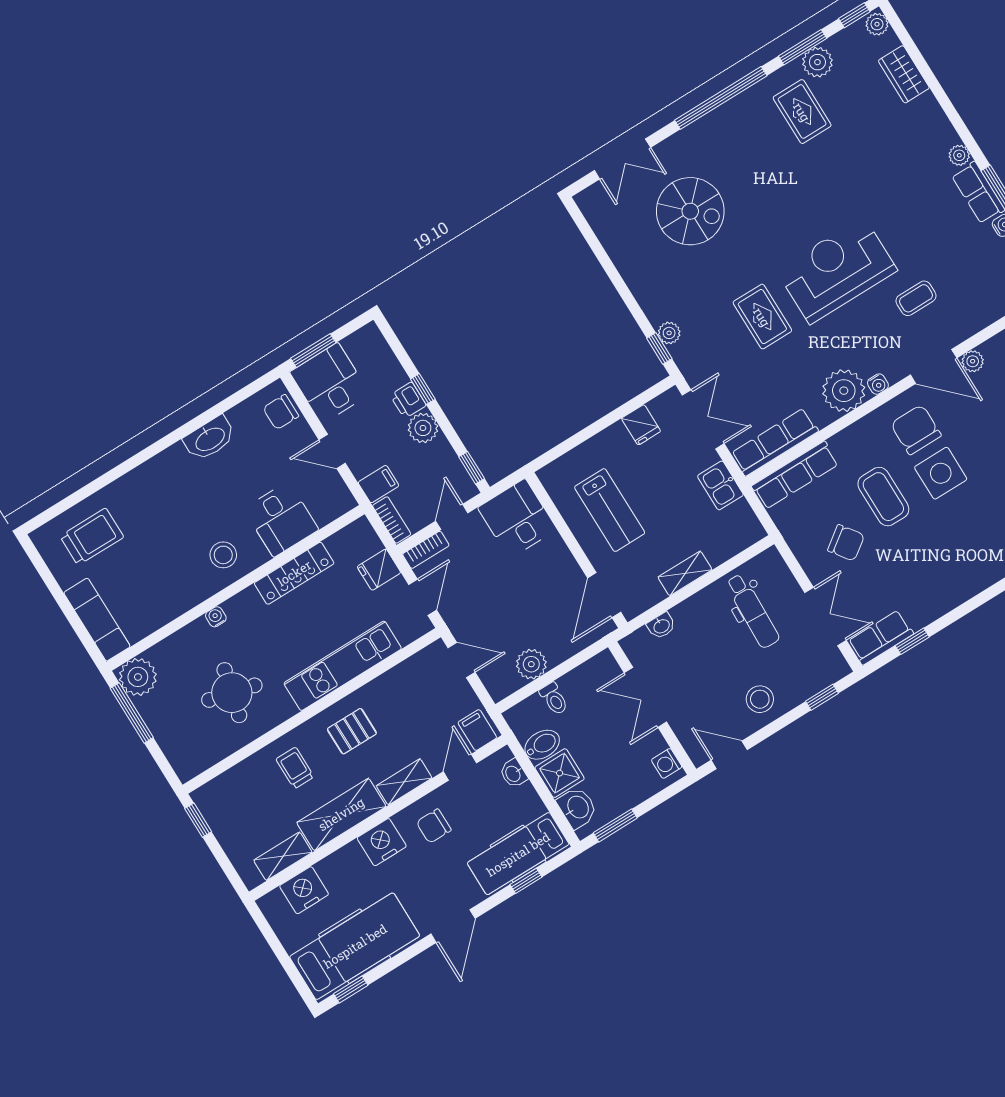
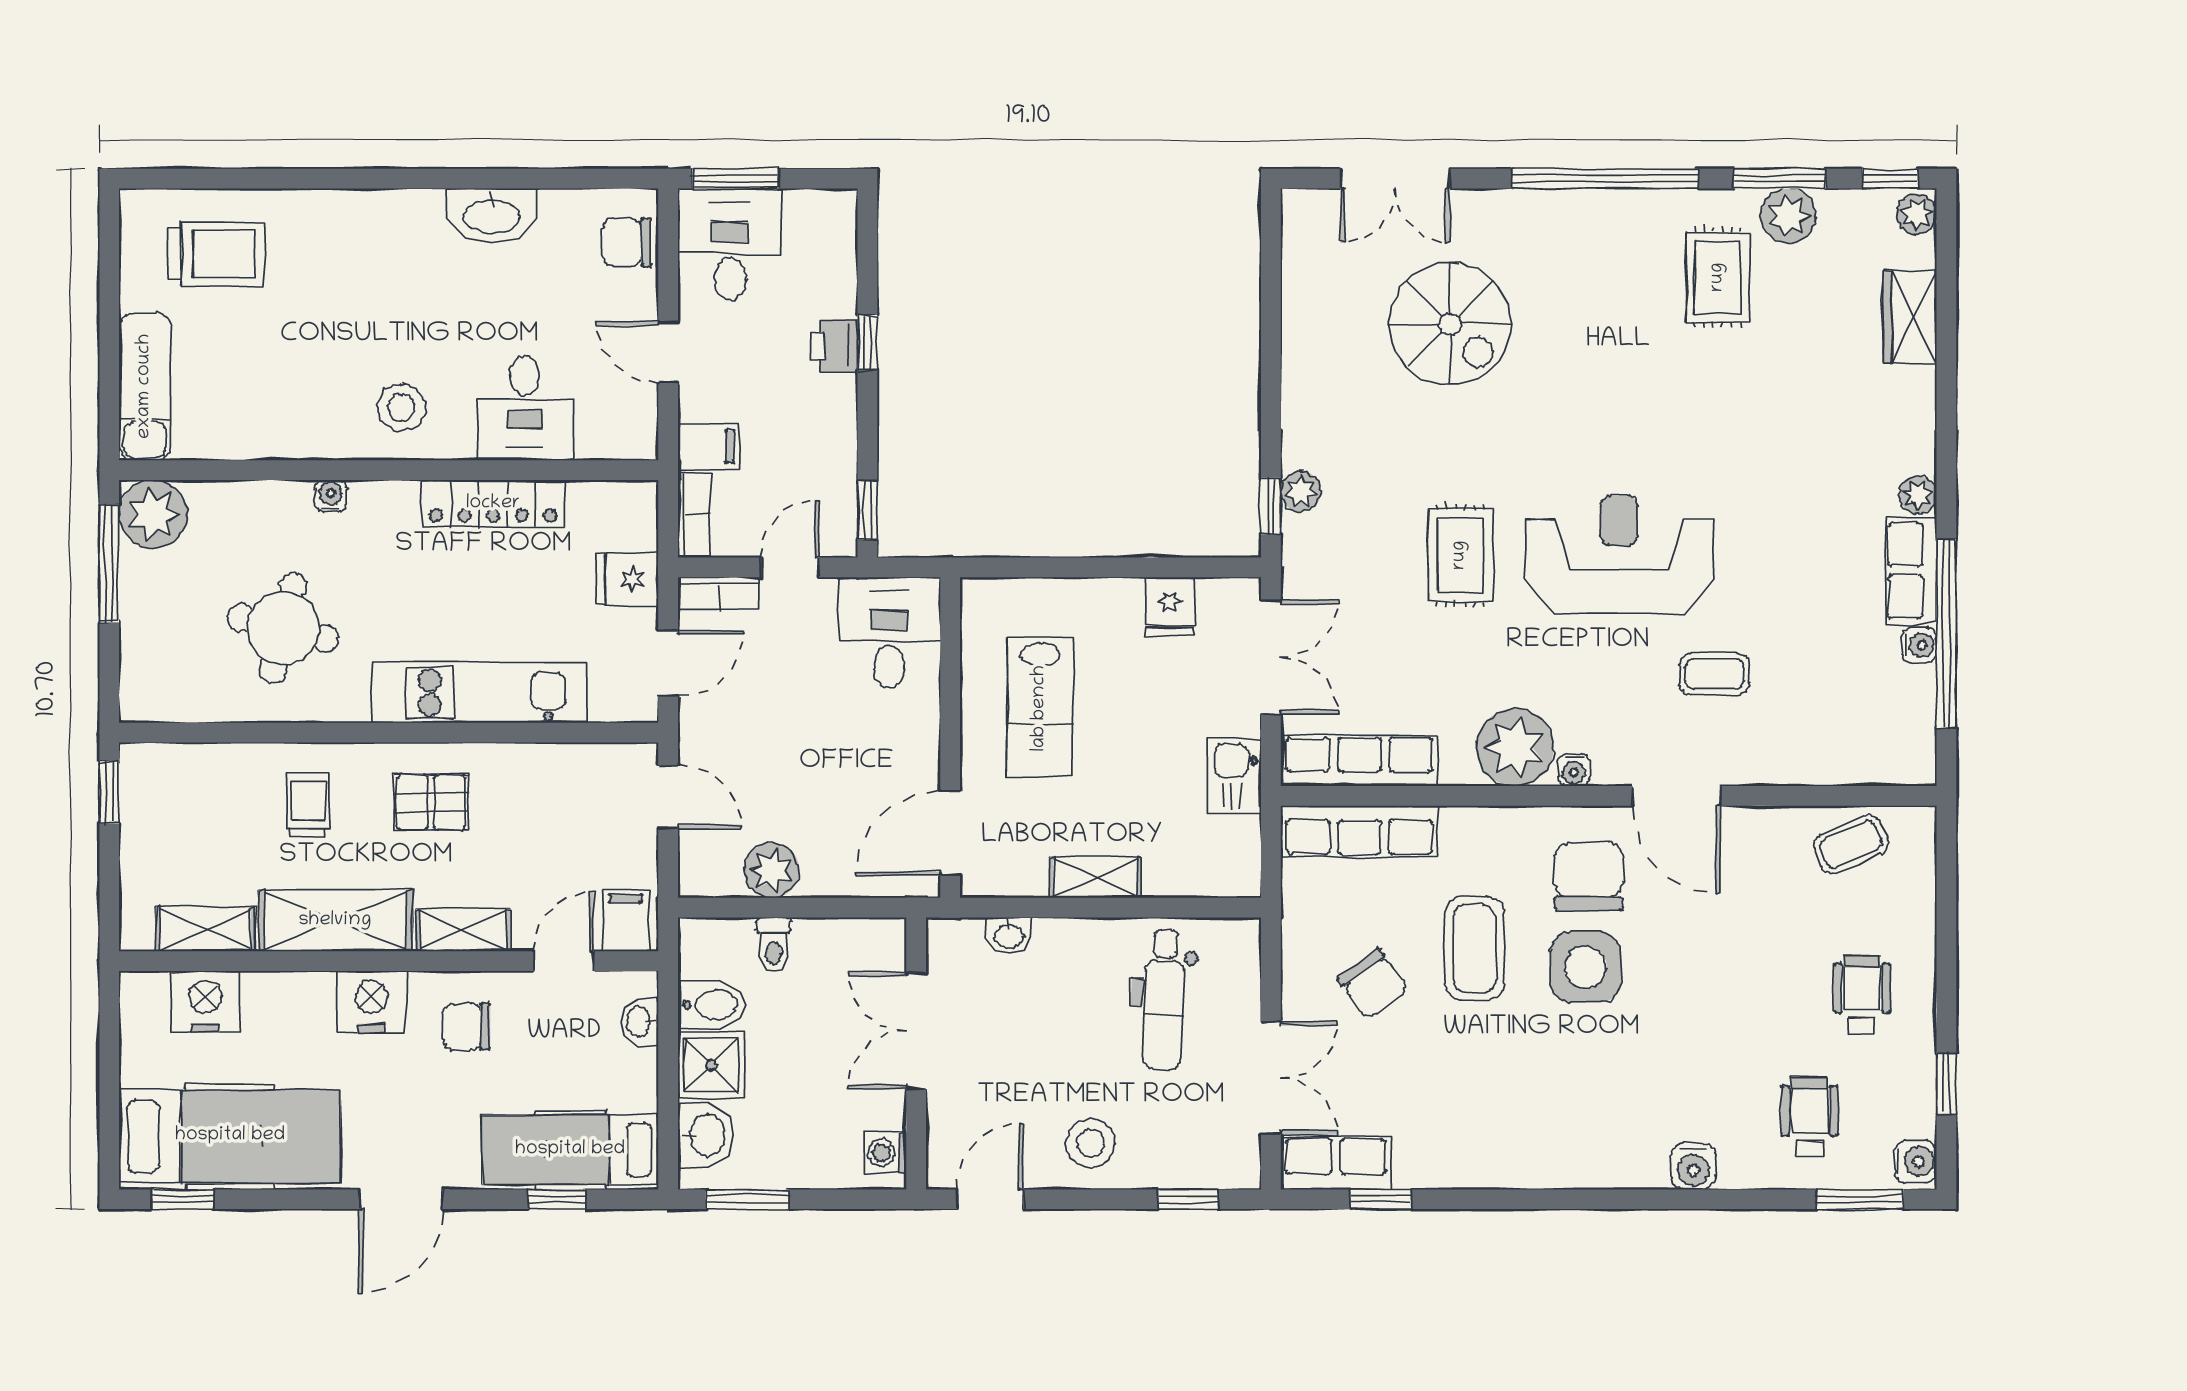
plant: (973, 361) -> (1742, 825), removed
plant: (423, 428) -> (831, 403), removed
door: (729, 755) -> (990, 1199), hinge flipped

